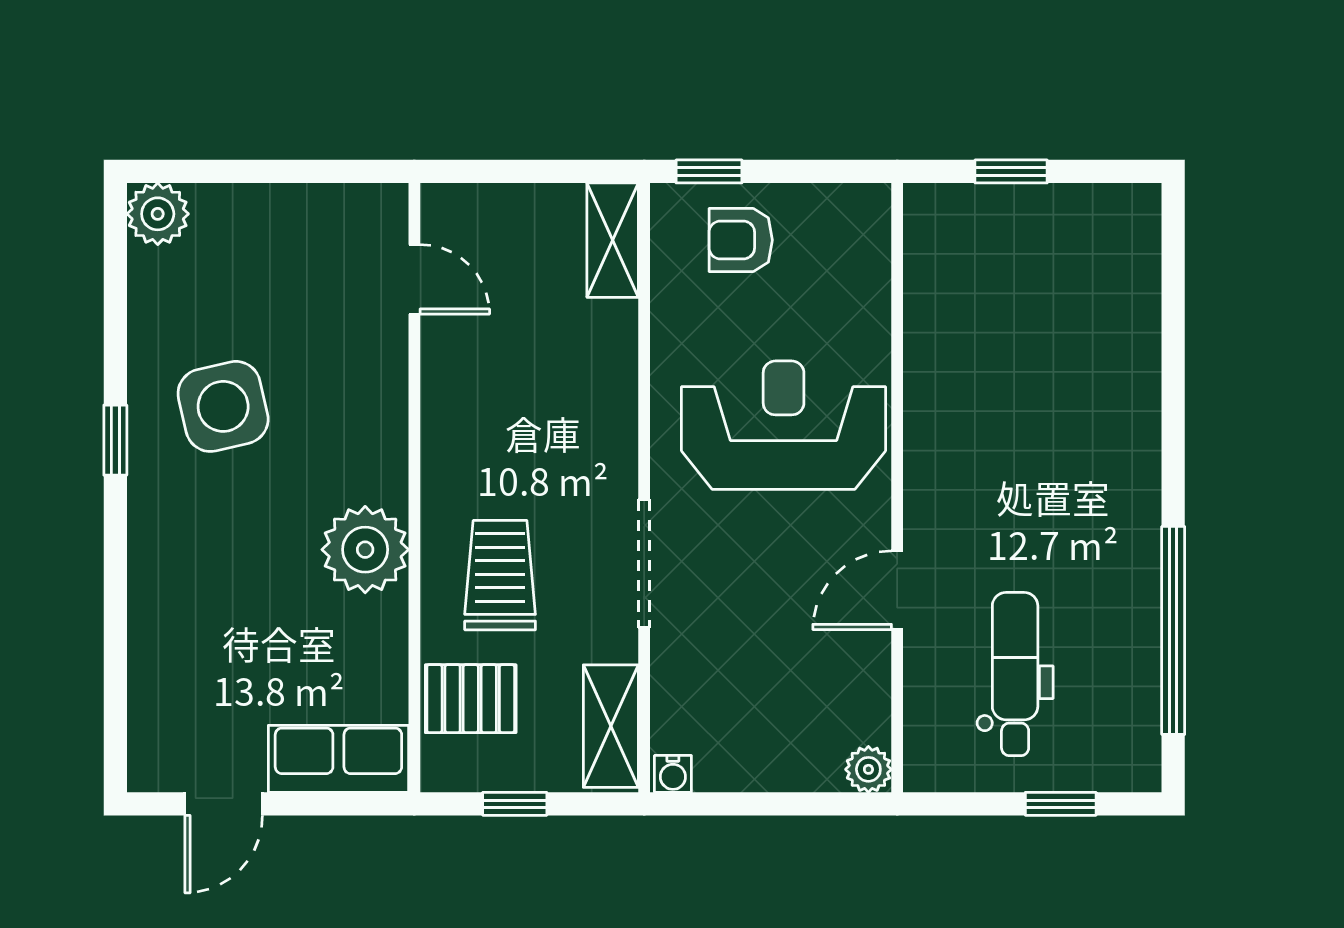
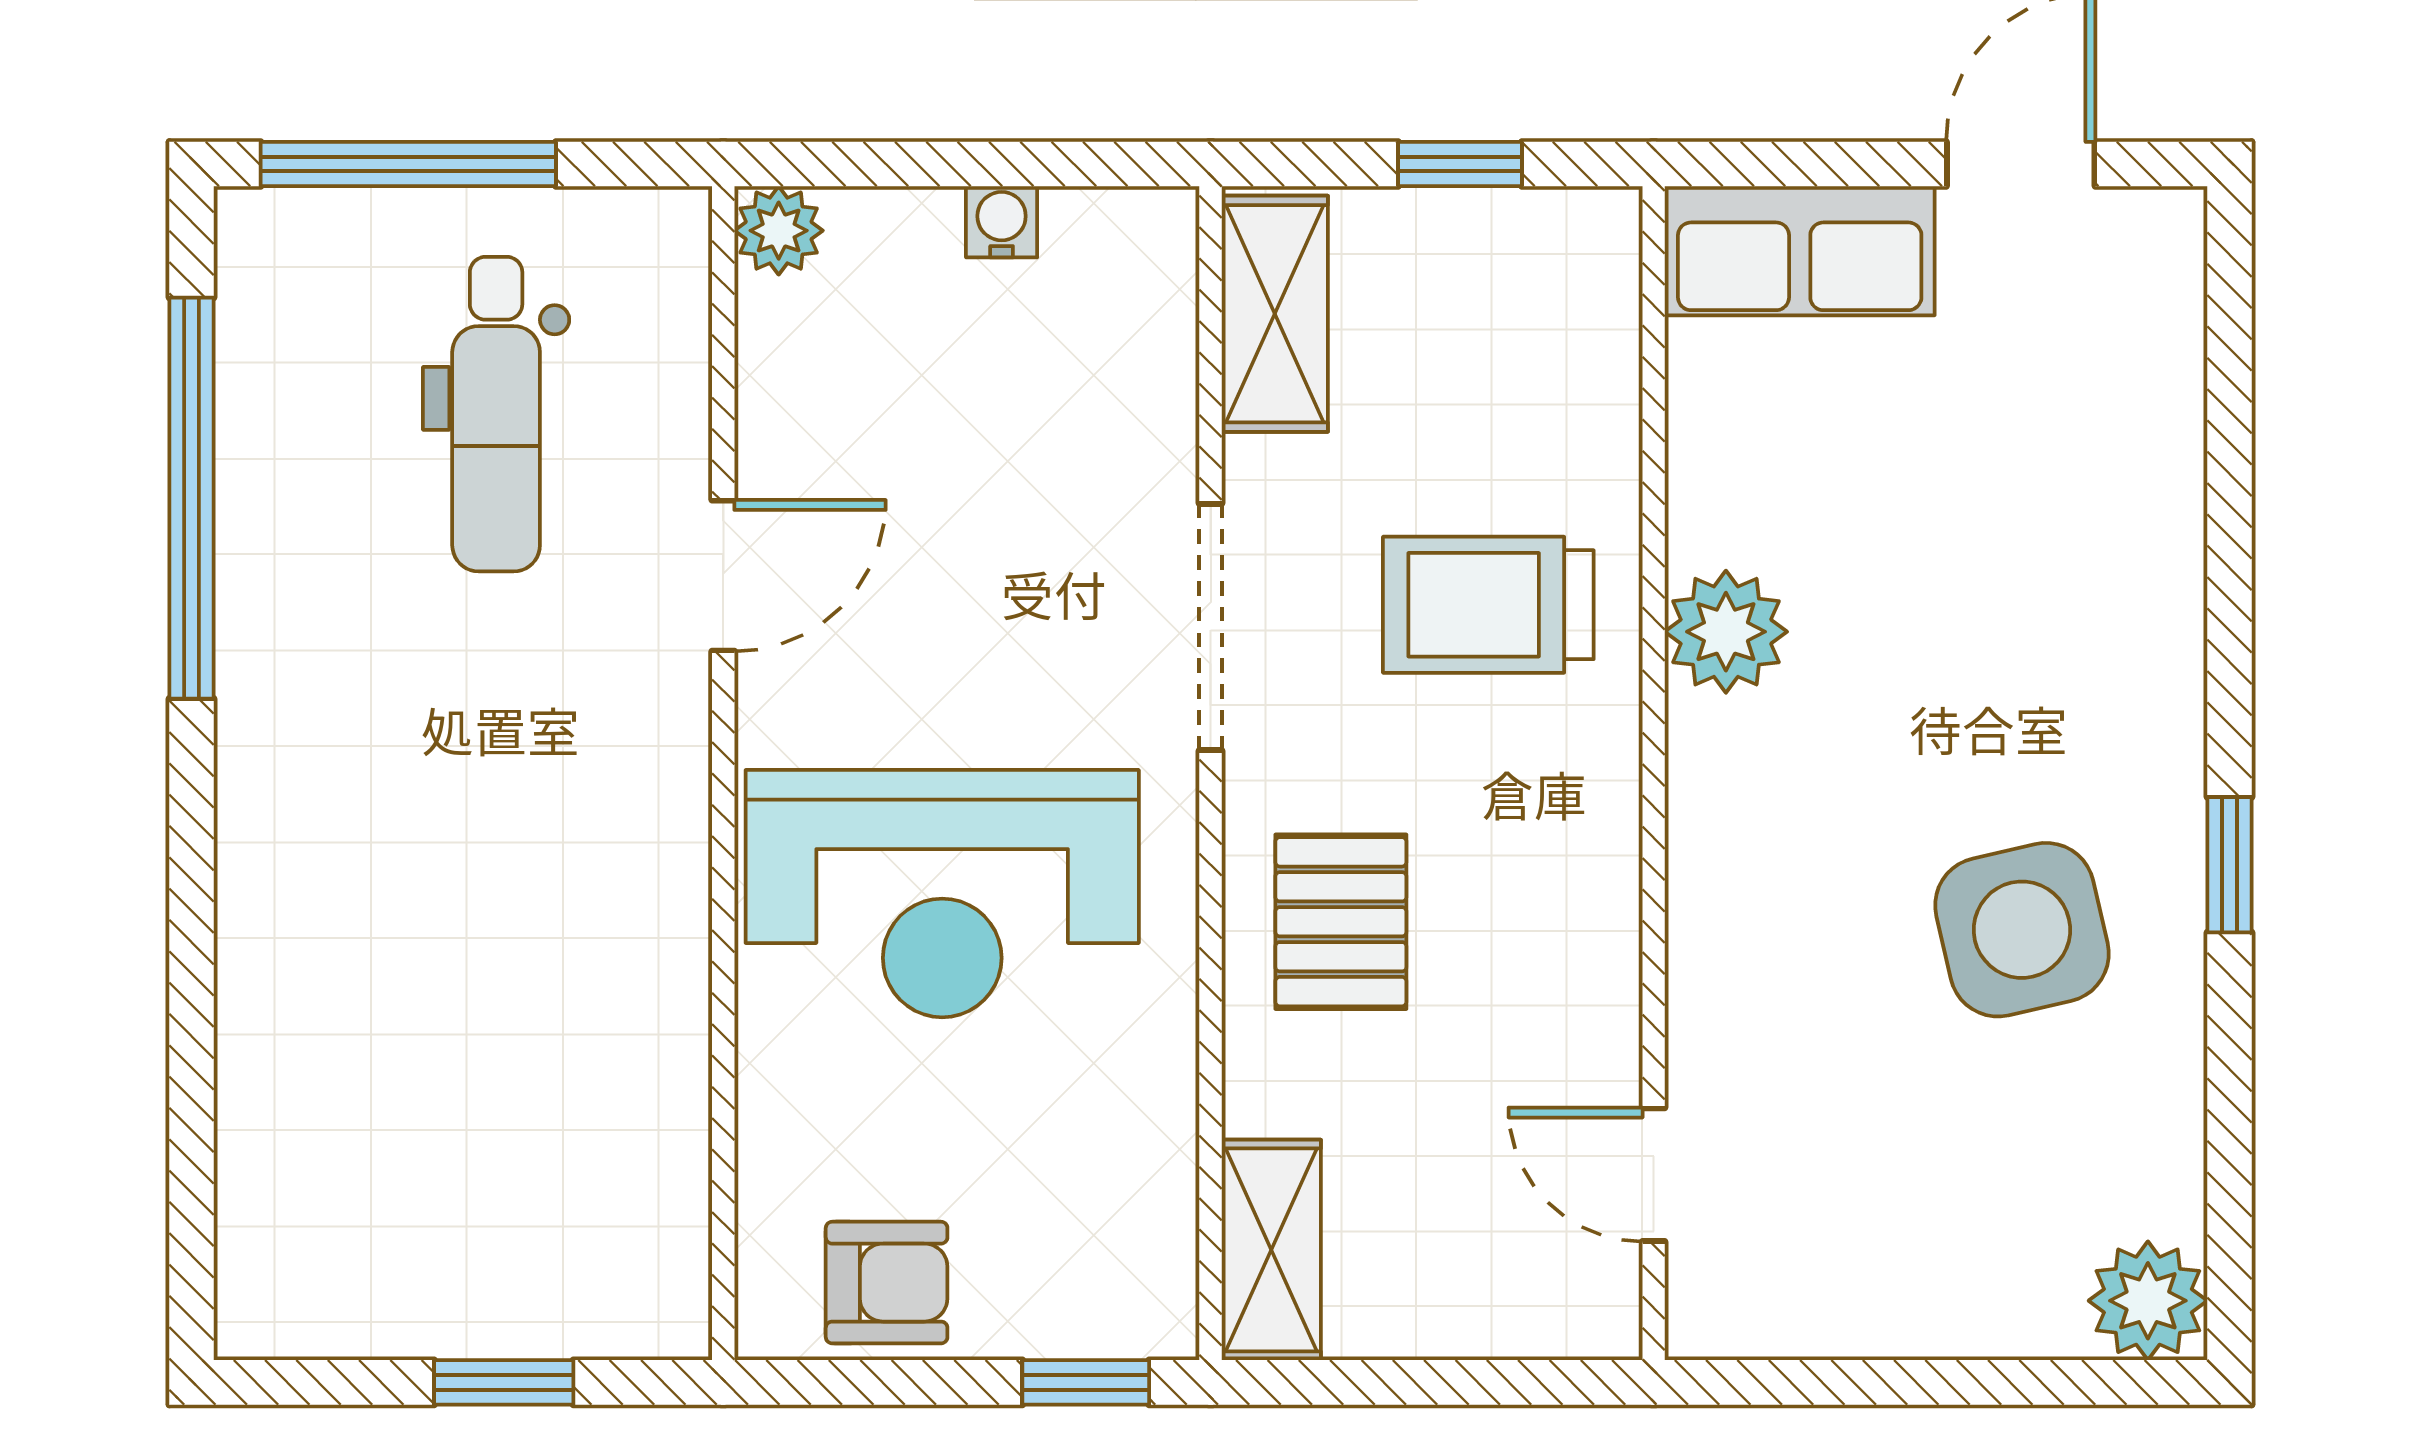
armchair: (741, 240) -> (887, 1283), moved
plant: (365, 550) -> (1726, 632), width x0.73, depth x0.73
trolley: (500, 575) -> (1488, 605), turned 90
pallet: (471, 699) -> (1341, 922), moved, turned 90
water cooler: (673, 774) -> (1002, 222), moved
window: (1061, 804) -> (408, 164), width x2.17

